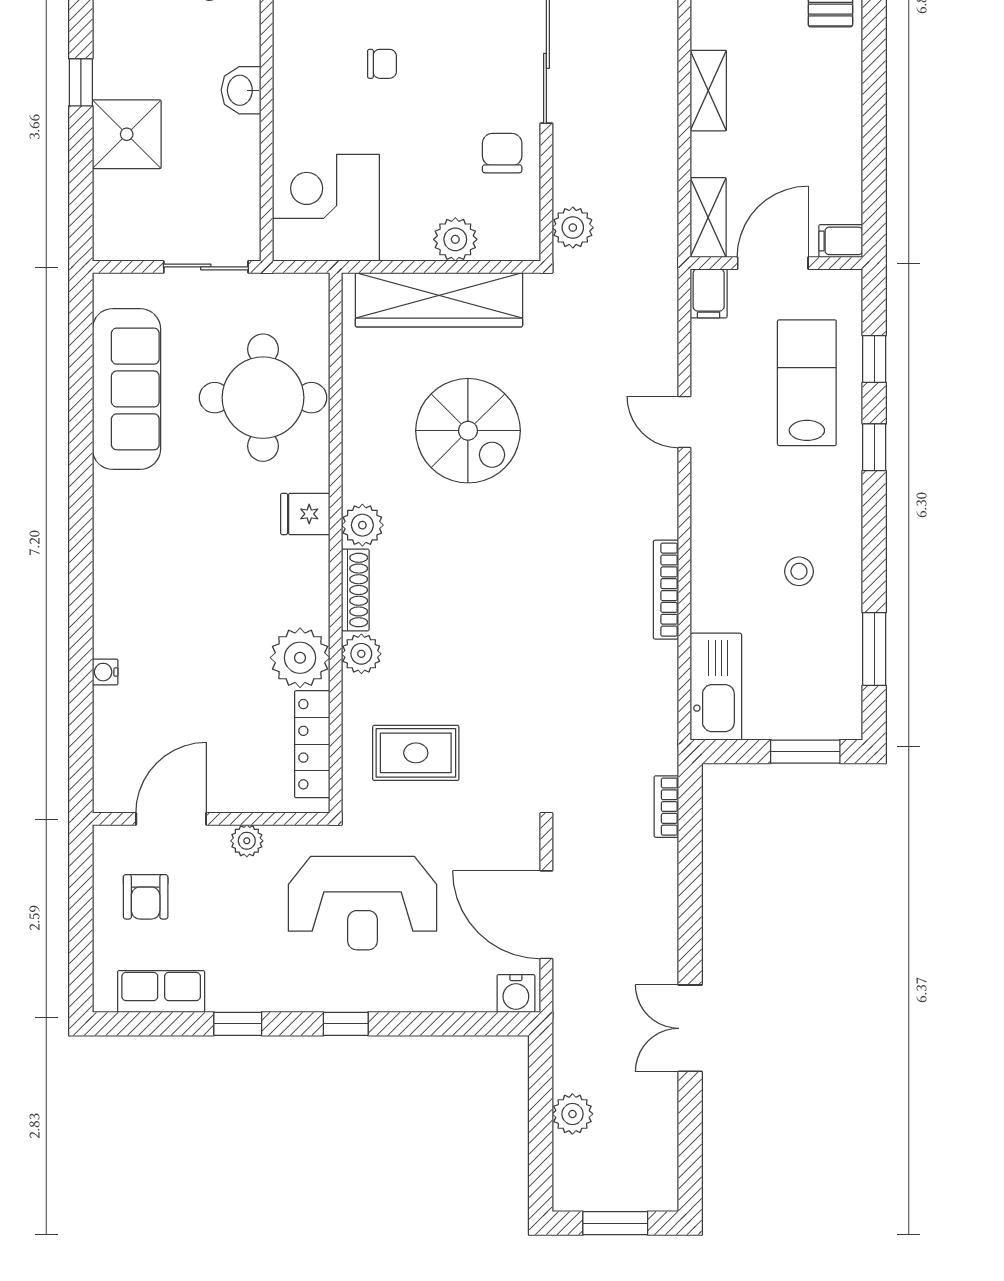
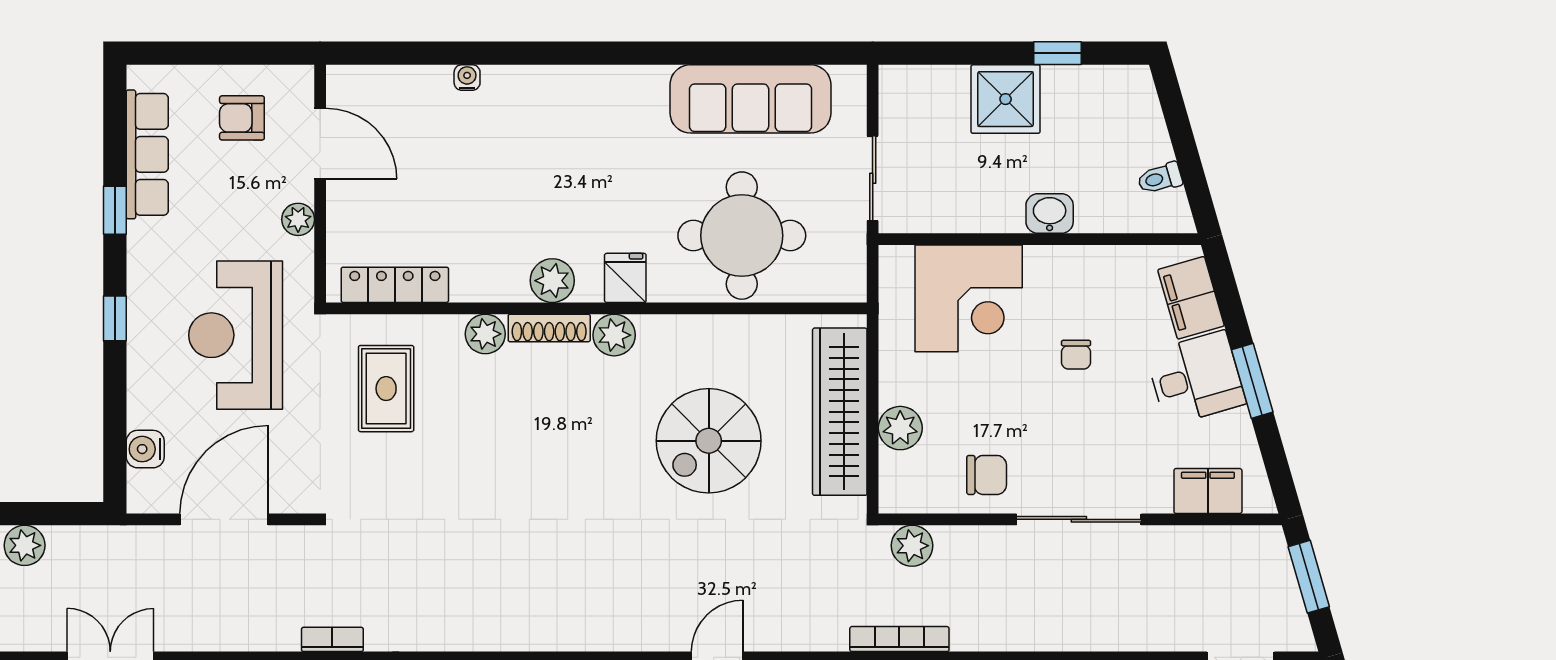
corner desk: (326, 208) -> (969, 298), moved, turned 90
bookcase: (666, 590) -> (899, 639), moved
plant: (300, 658) -> (552, 281), moved, width x0.73, depth x0.73
row of seats: (161, 991) -> (147, 154), width x1.48
water cooler: (516, 993) -> (145, 449), moved

